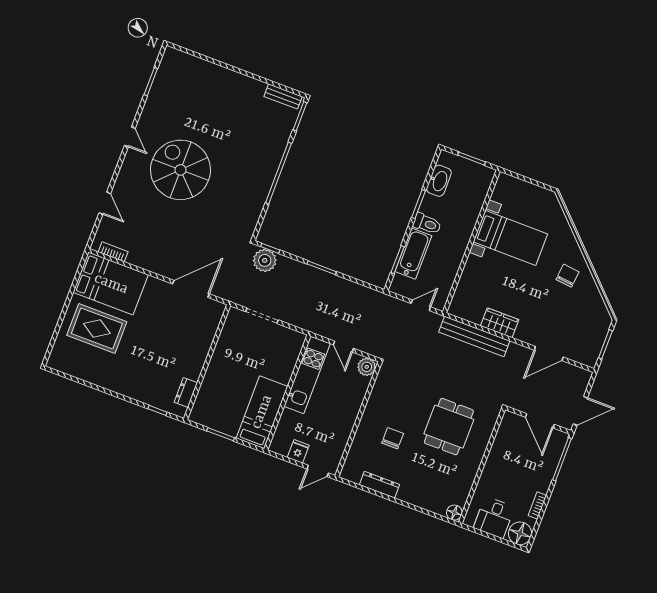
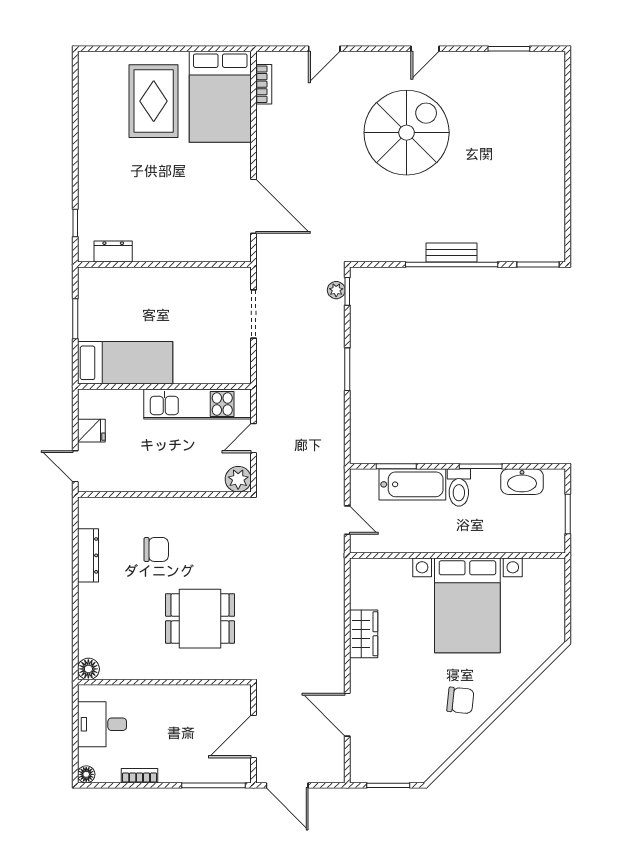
bench: (283, 96) -> (452, 252), moved, turned 90
bed with nightstands: (510, 238) -> (467, 605), width x1.36
plant: (265, 260) -> (336, 290), width x0.53, depth x0.53
bench: (474, 336) -> (333, 607), removed
floor lamp: (520, 533) -> (86, 774), width x0.53, depth x0.53

